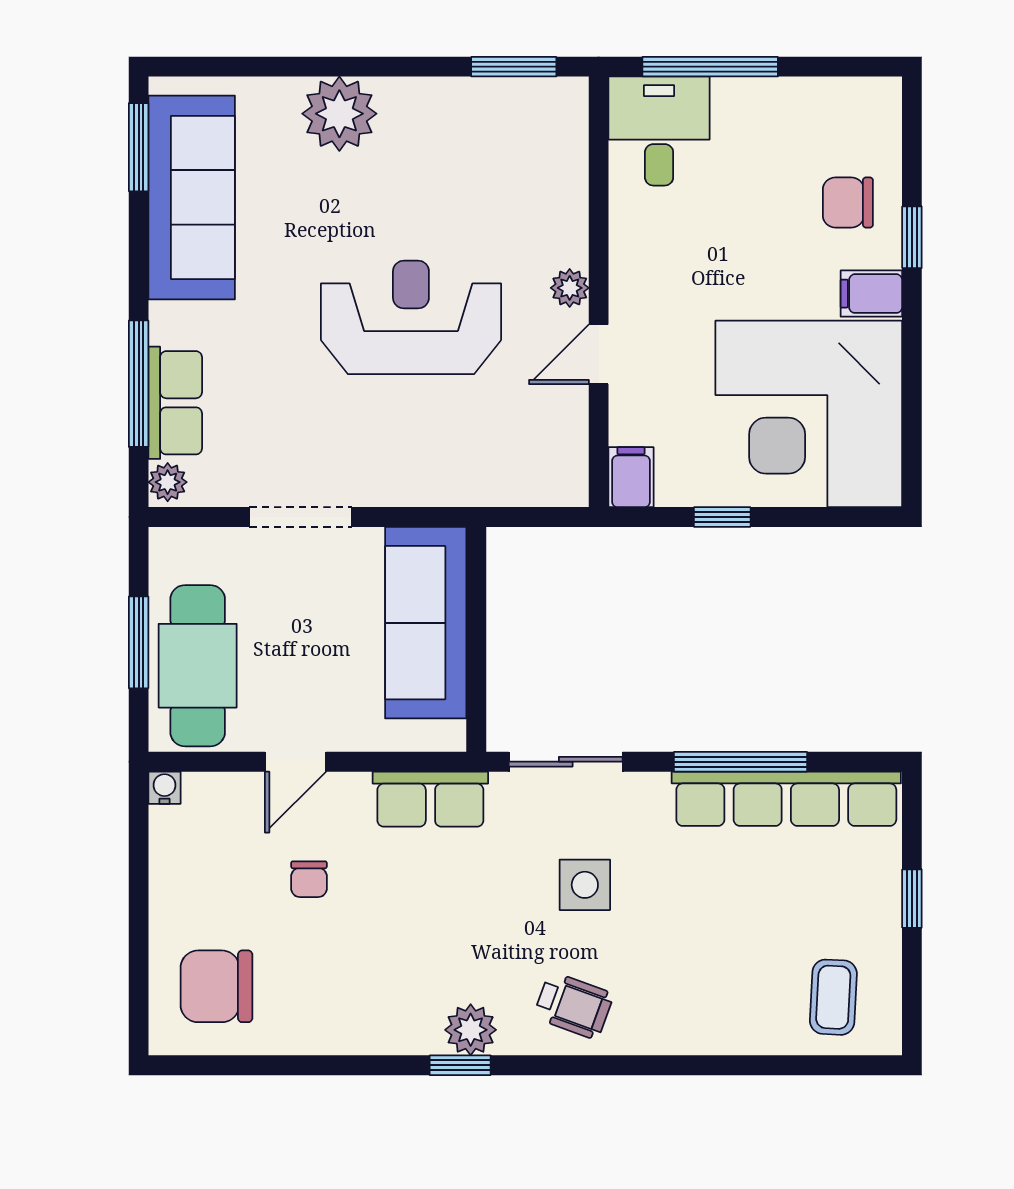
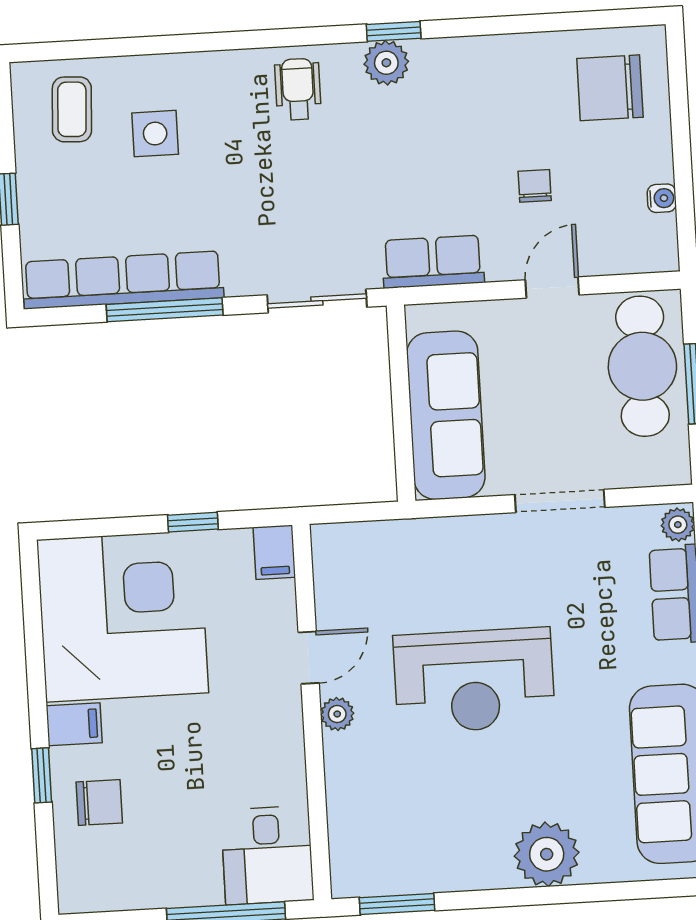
water cooler: (164, 788) -> (662, 198), moved, turned -90
side table: (585, 885) -> (155, 134), moved
chair: (216, 986) -> (610, 88), turned 180
wheelchair: (573, 1005) -> (298, 89), turned 70

